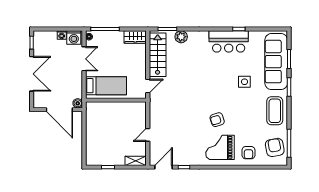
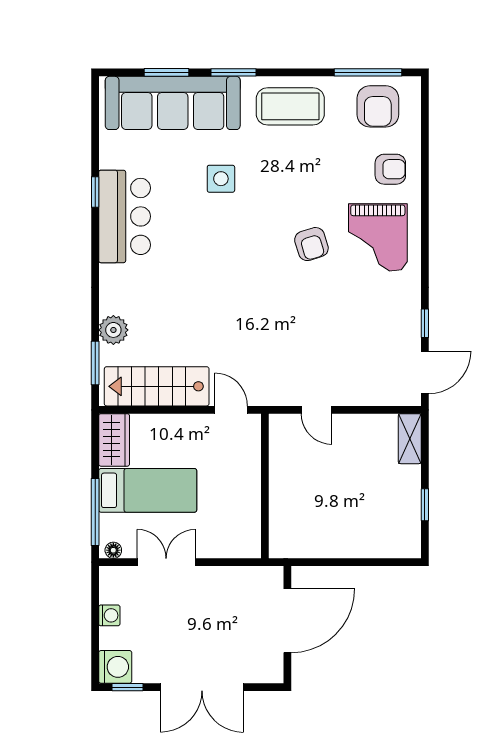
washing machine: (74, 38) -> (115, 667), moved
double door: (32, 74) -> (202, 687), swing flipped
bed: (106, 86) -> (148, 490), moved, turned 90
boiler: (78, 103) -> (272, 577), removed
door: (148, 135) -> (316, 410), moved
armchair: (275, 147) -> (378, 106), turned -79
door: (163, 167) -> (425, 372), swing flipped

